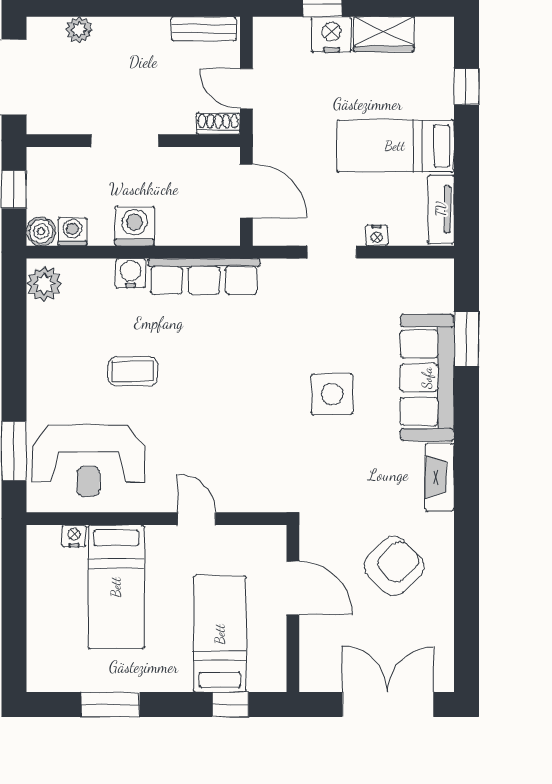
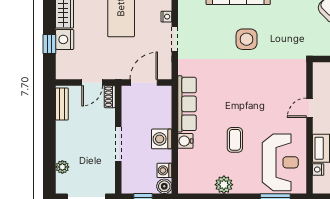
plant: (44, 284) -> (224, 185), moved

